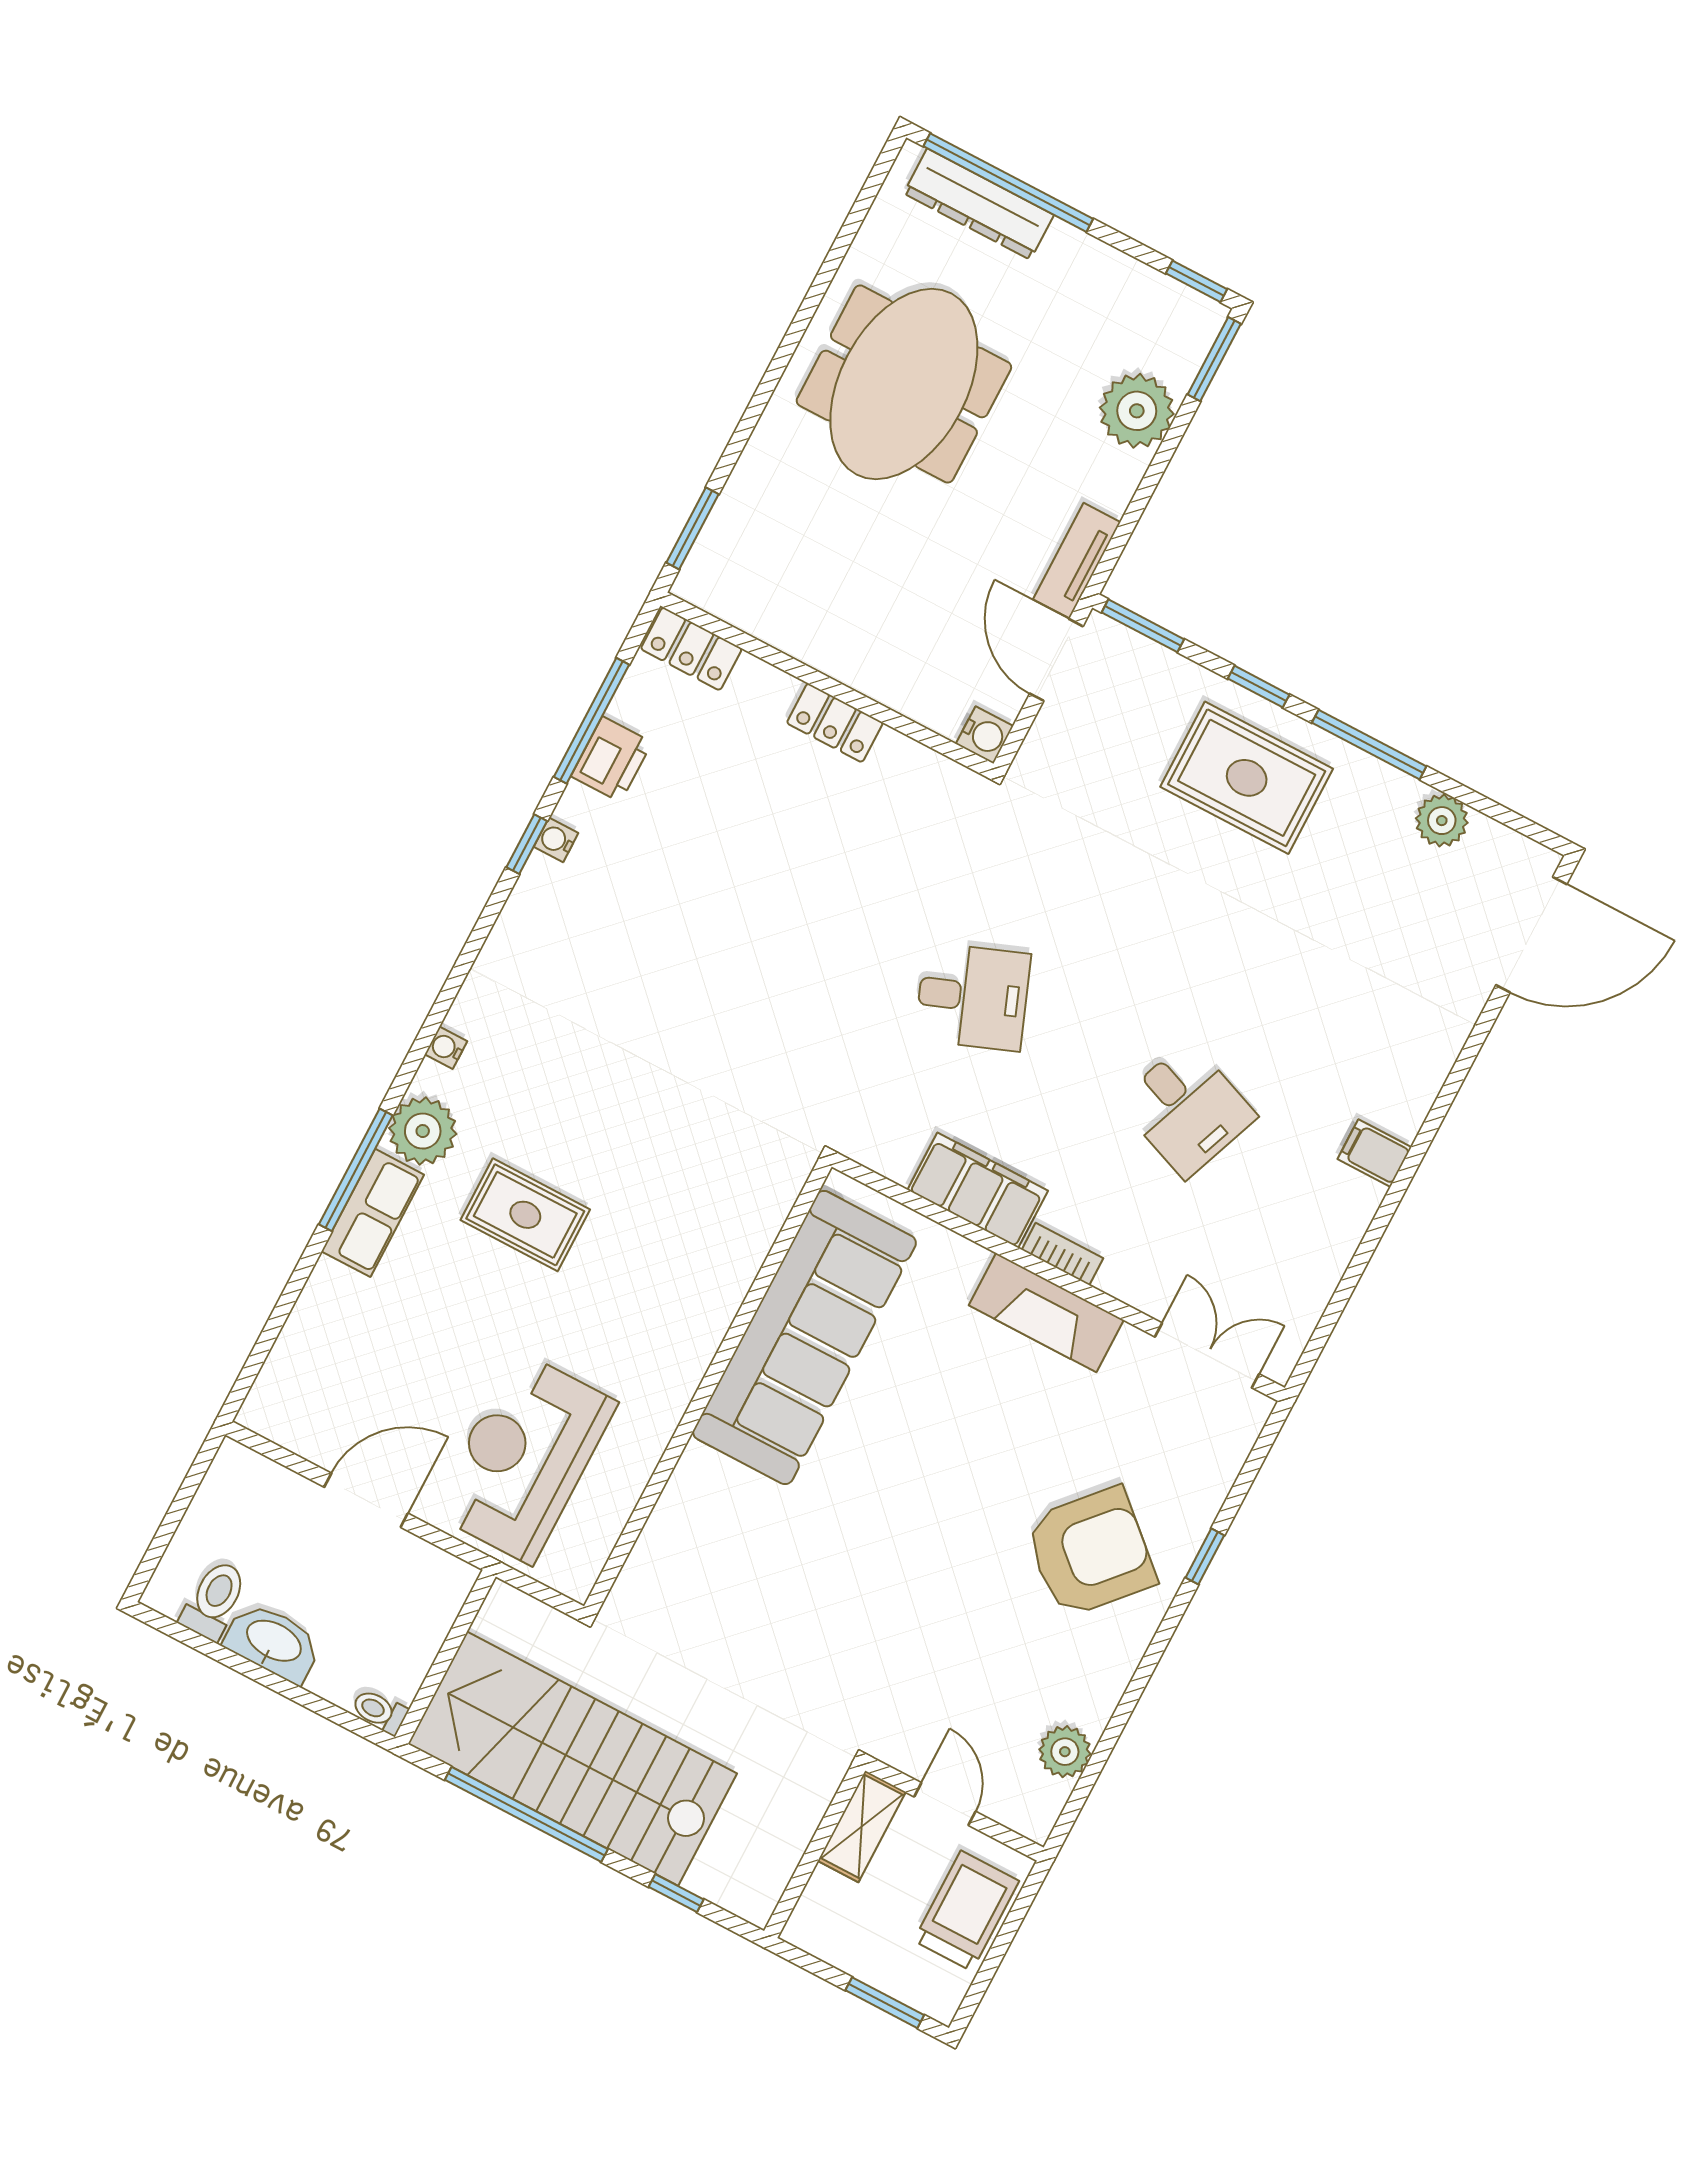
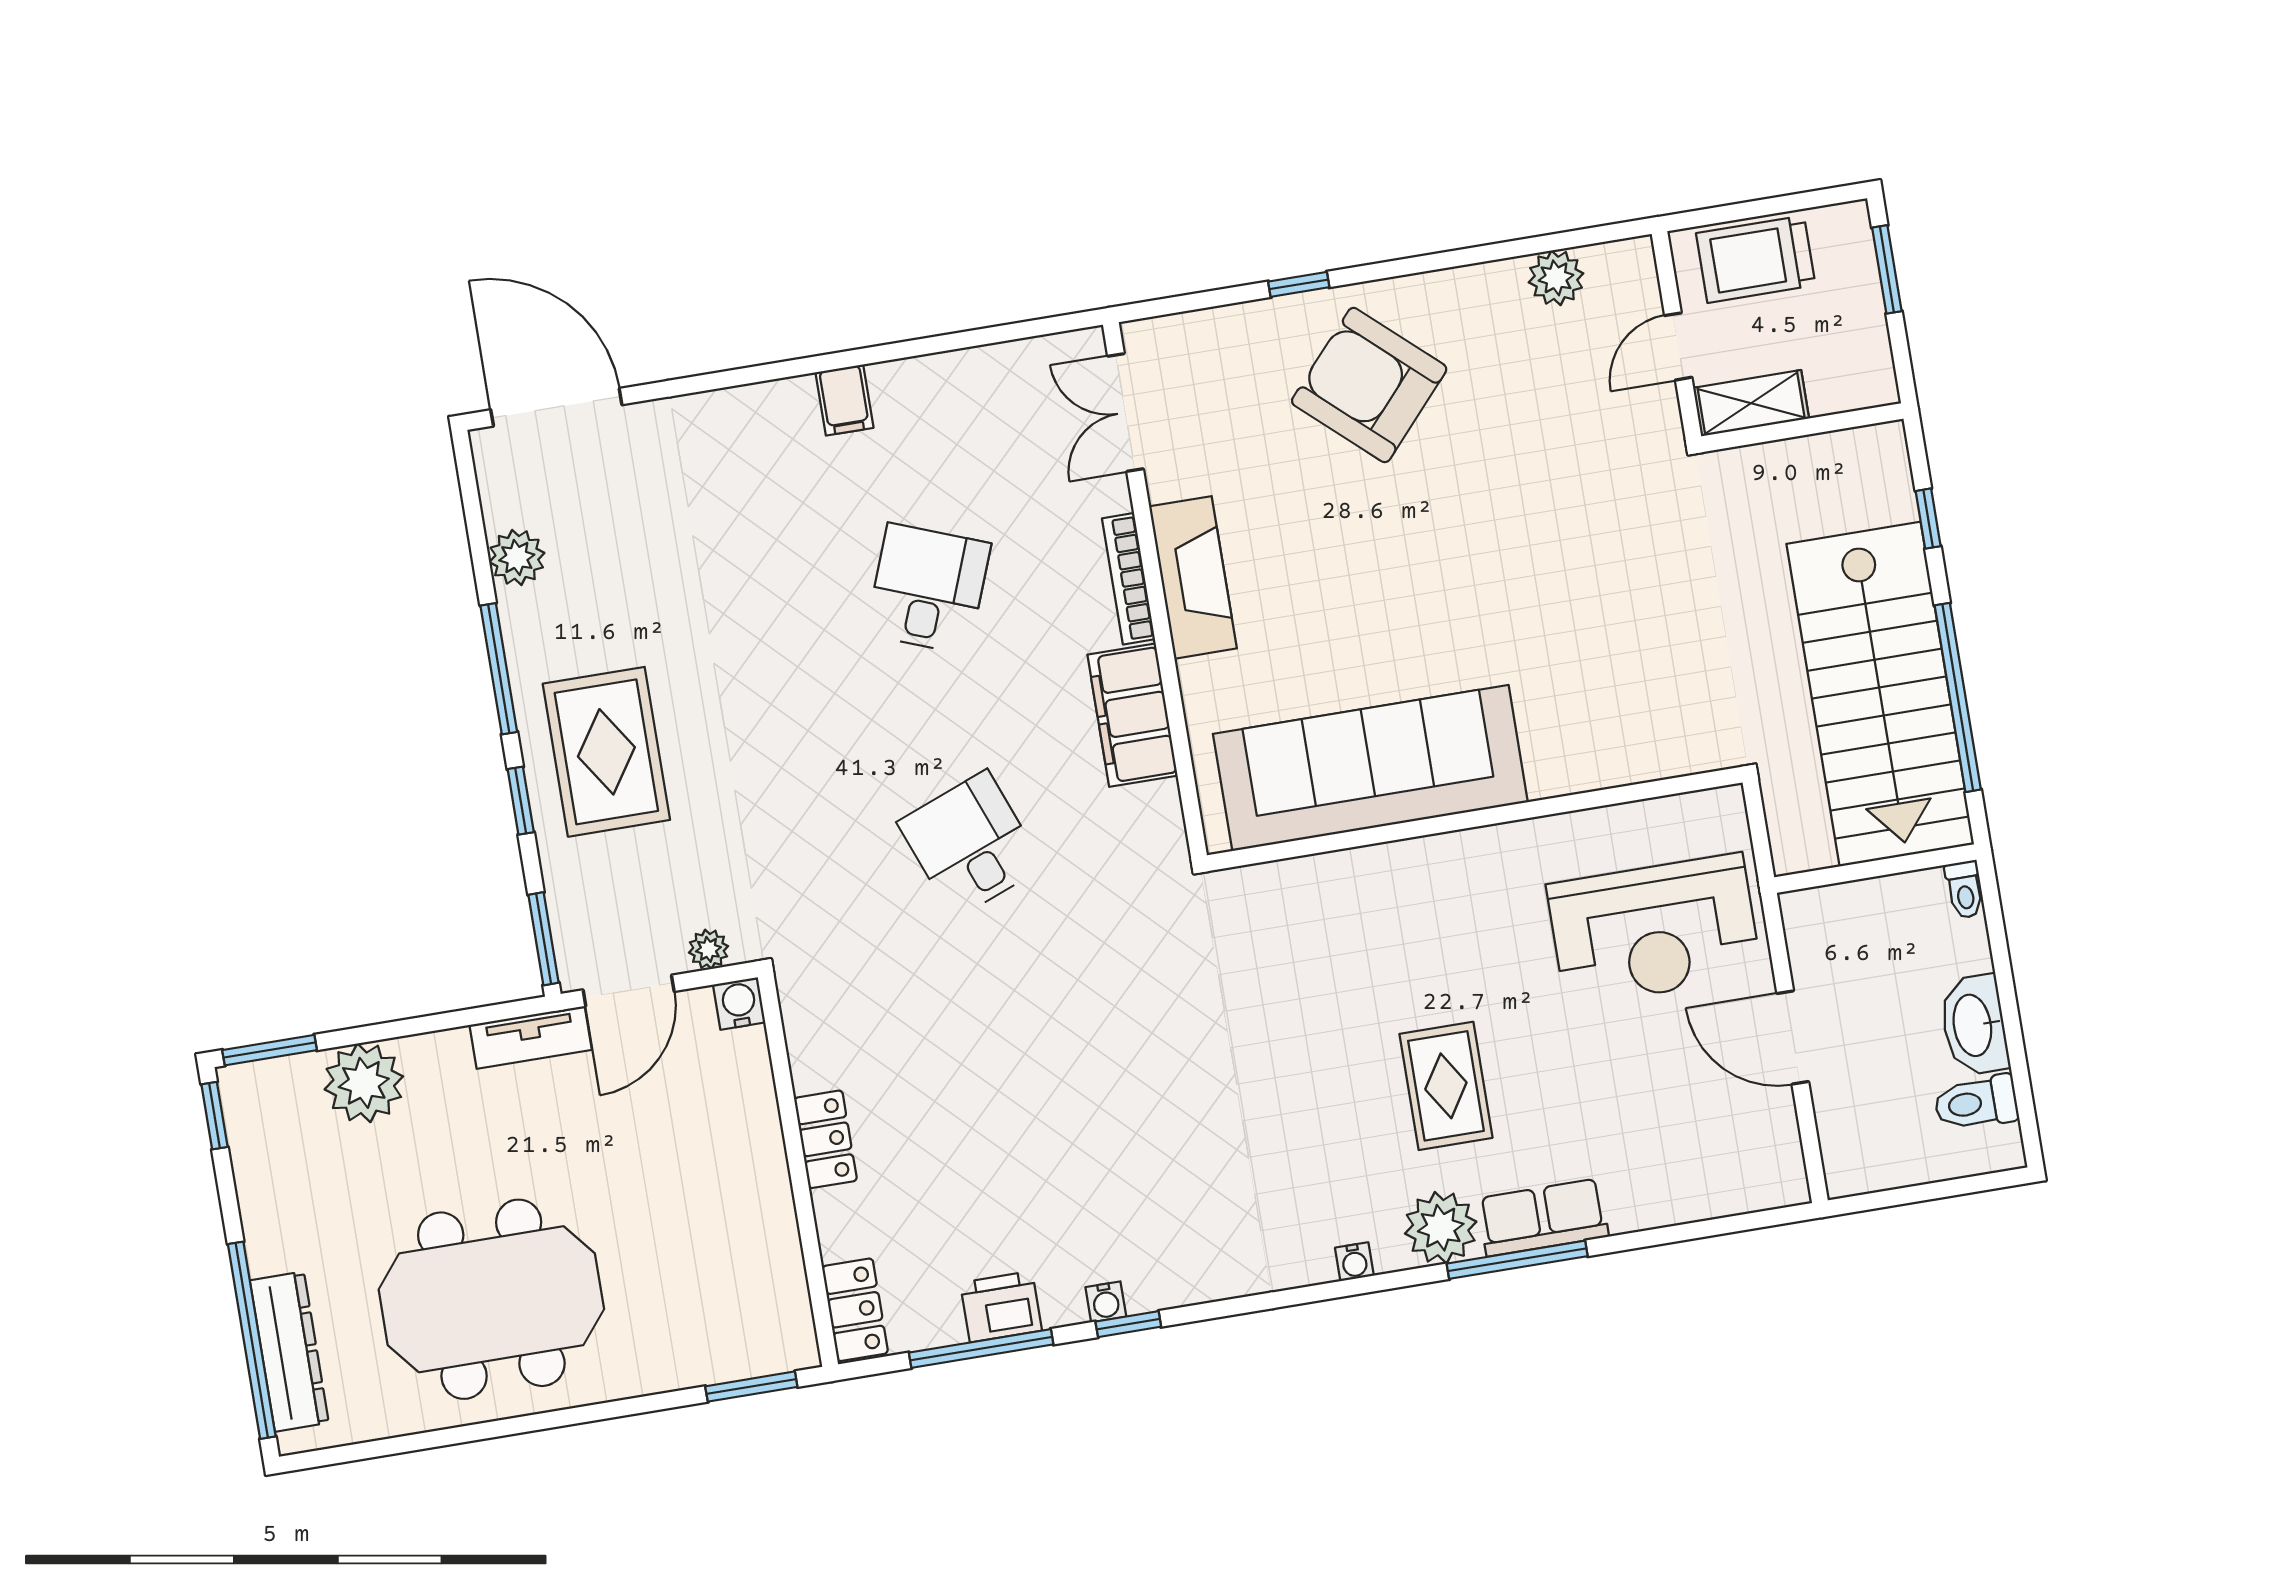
plant: (1042, 743) -> (708, 949), added
bookcase: (1062, 1254) -> (1129, 579), width x1.56

